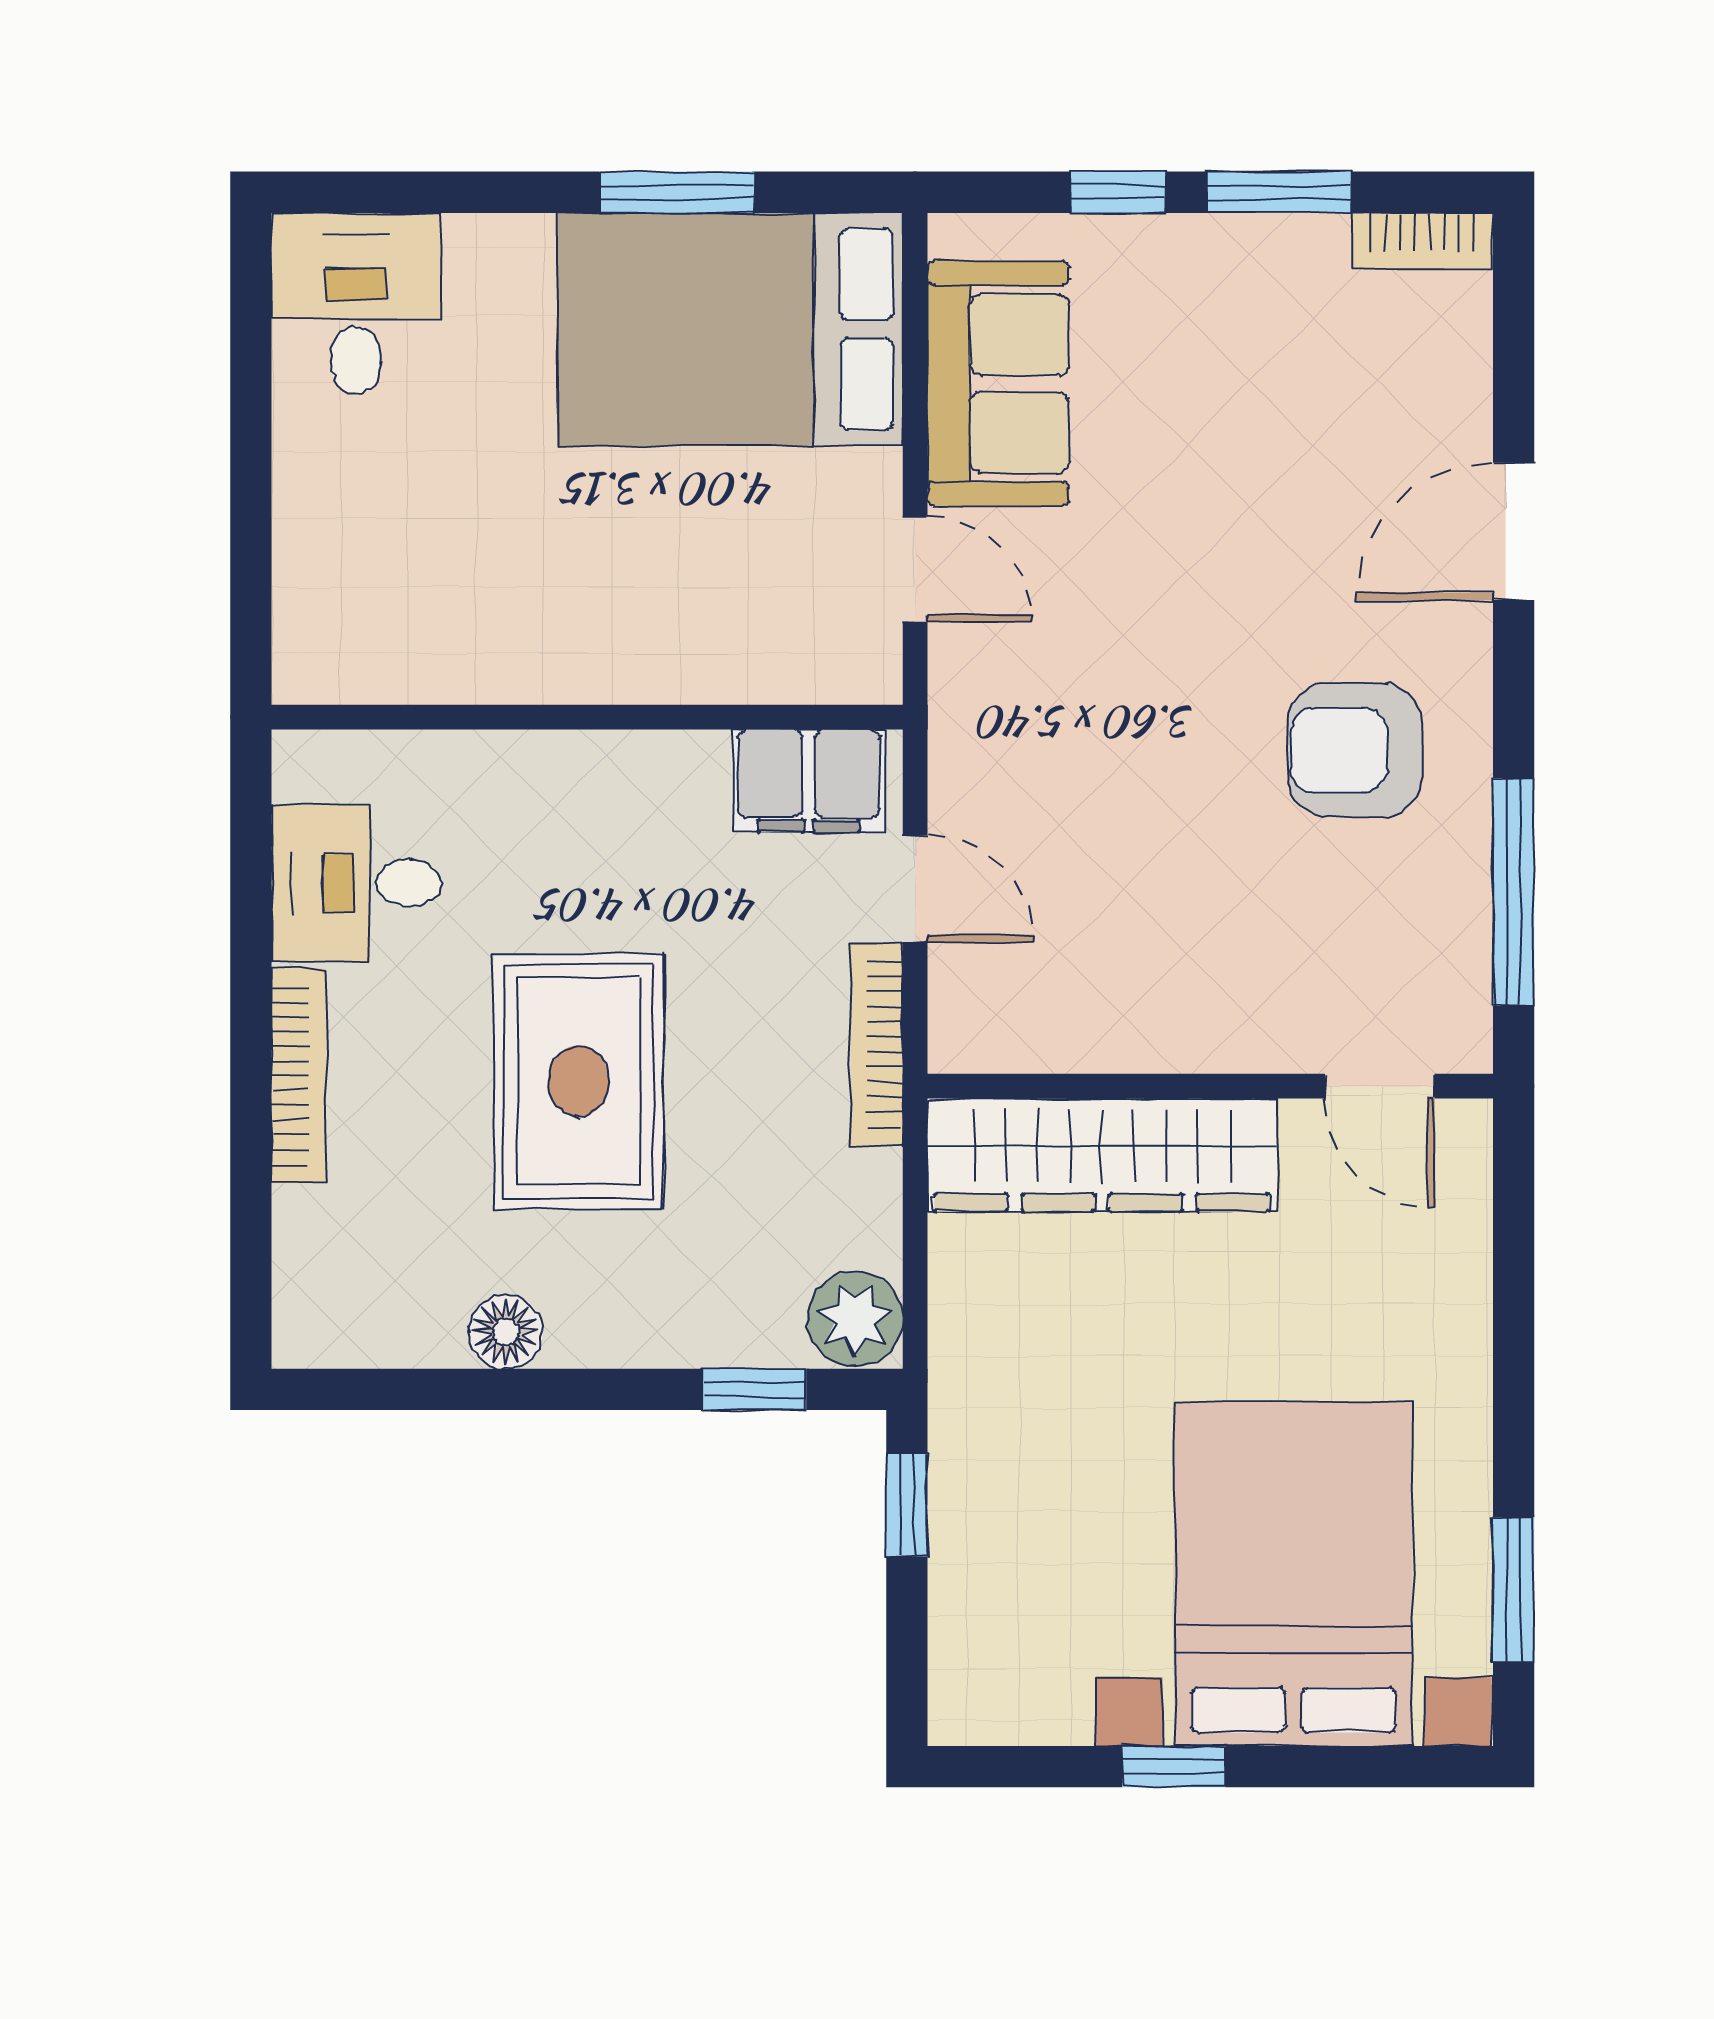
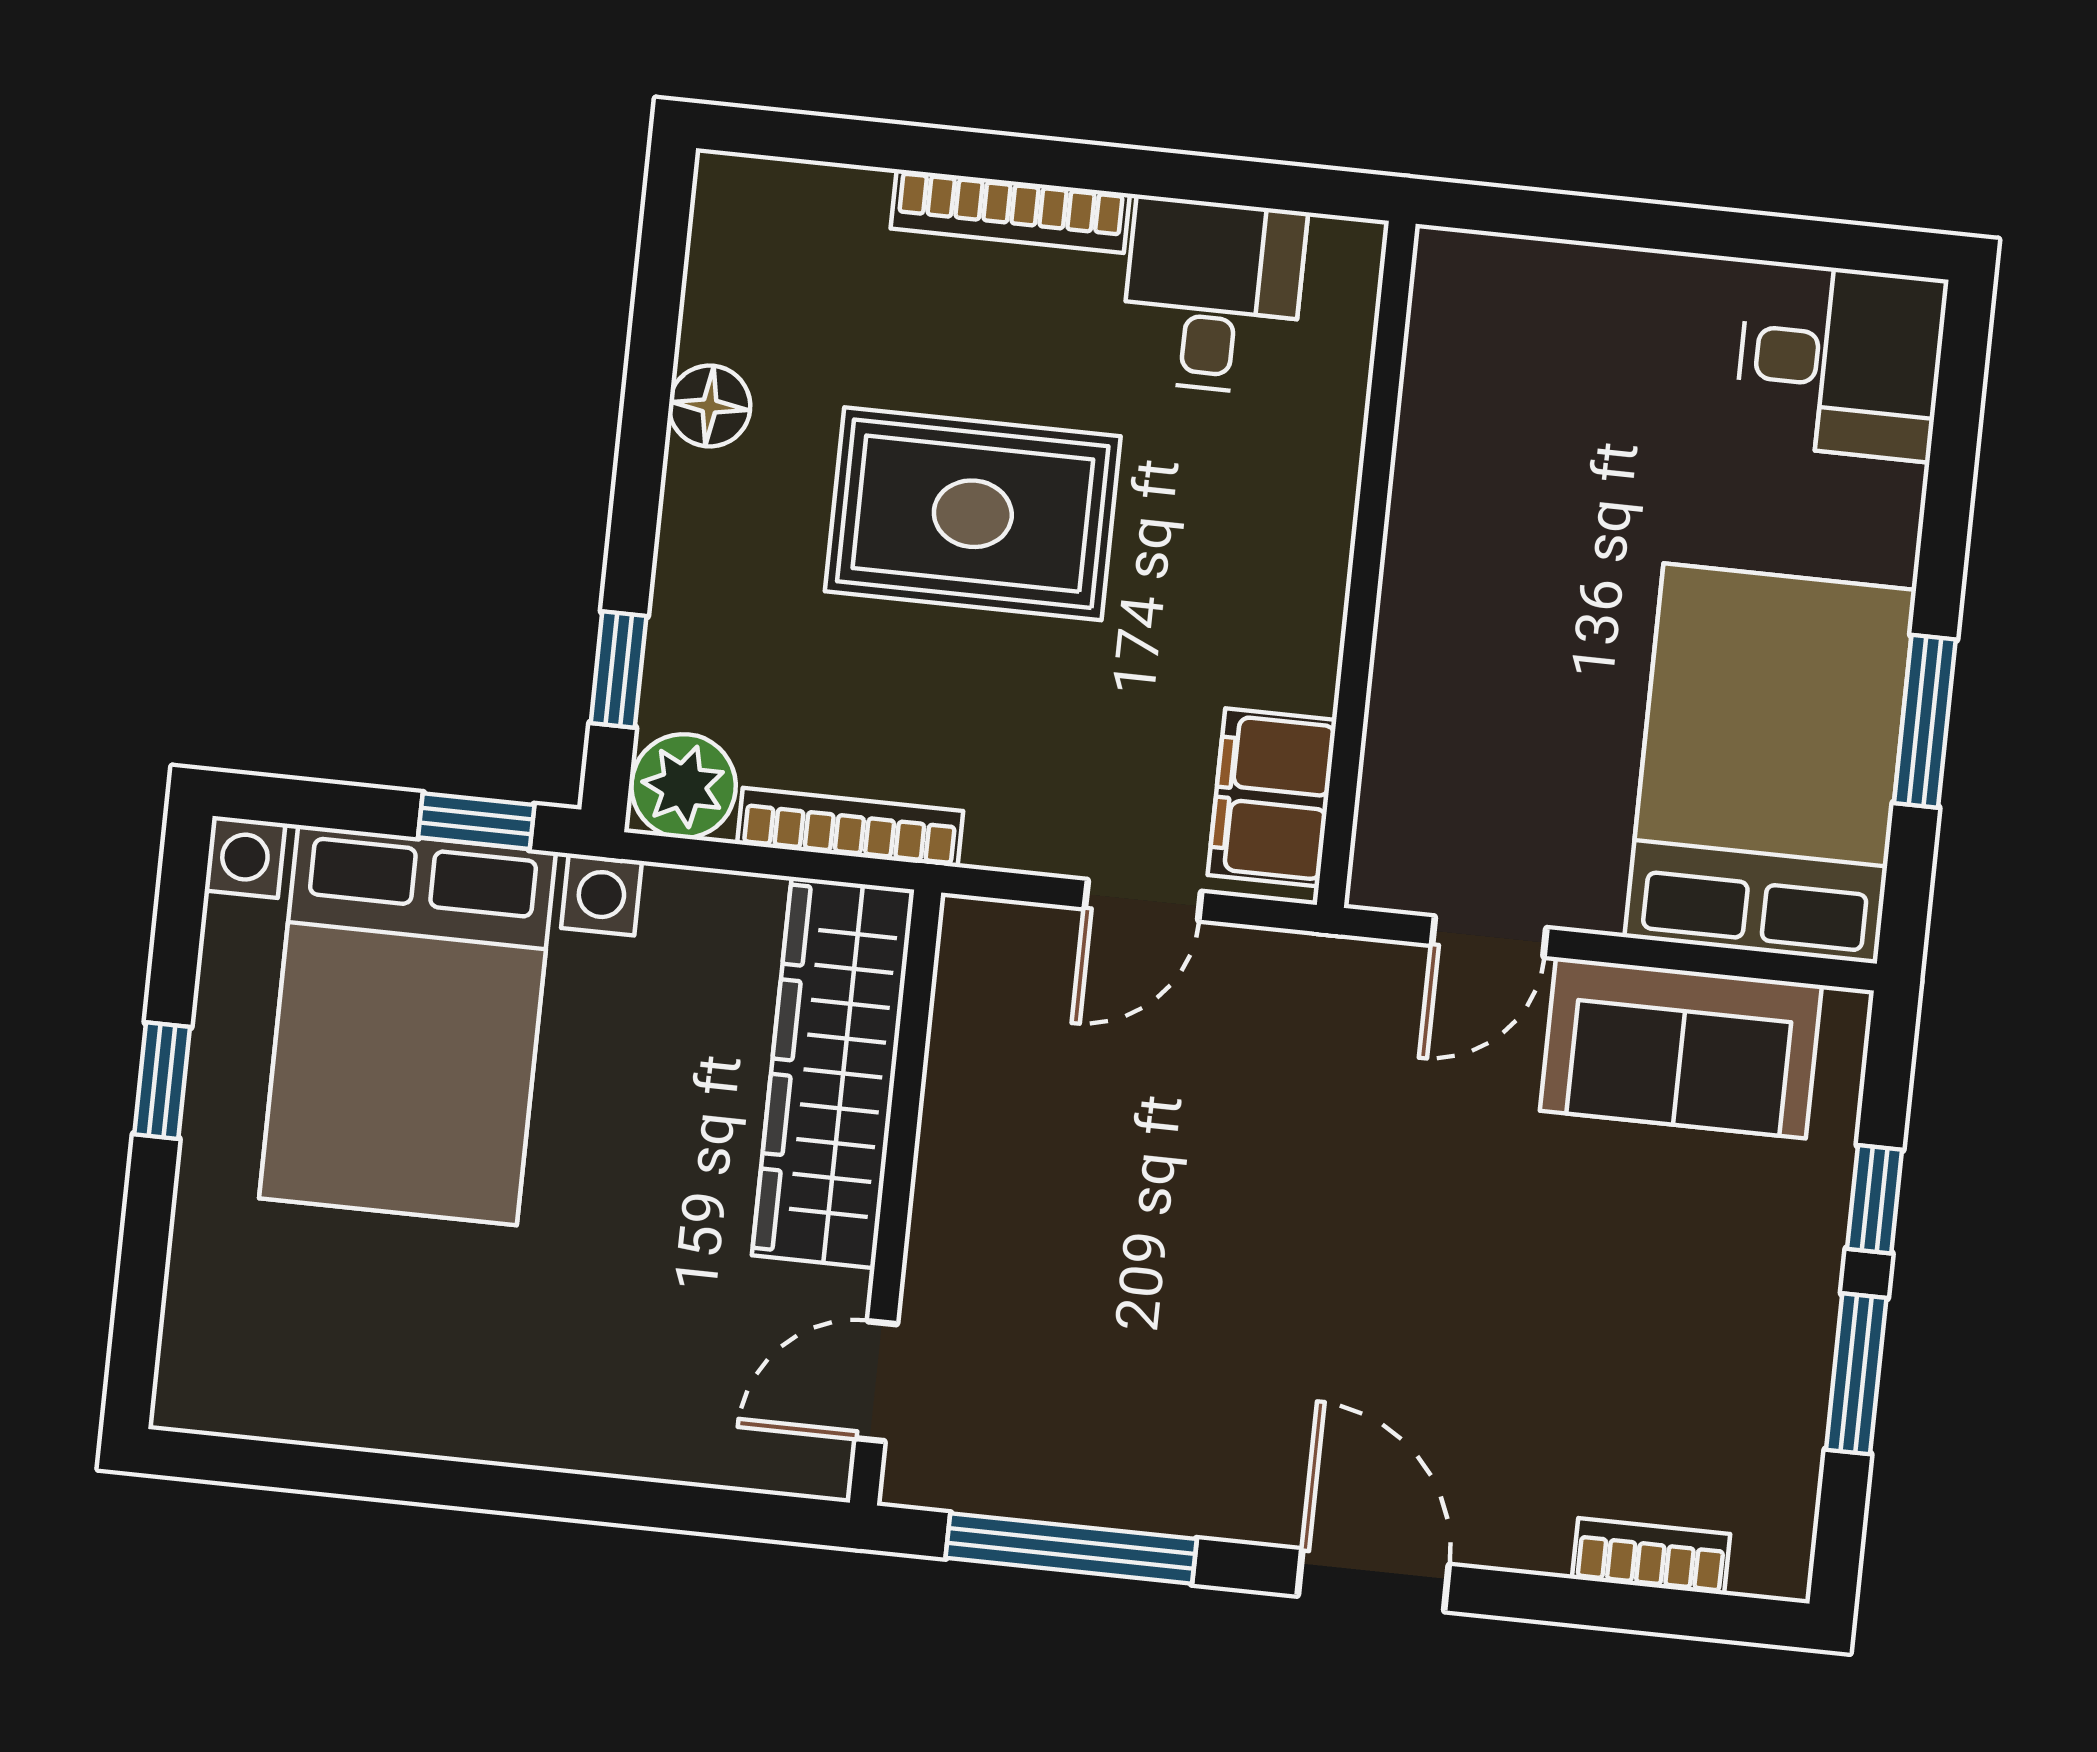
bookcase: (1422, 241) -> (1651, 1556), moved, turned 90
door: (1514, 531) -> (1373, 1580), moved
armchair: (1355, 750) -> (1243, 1393), removed
bookcase: (877, 1044) -> (850, 827), moved
bed with nightstands: (1293, 1574) -> (408, 1025), moved, turned 90
window: (1514, 1590) -> (315, 1469), removed

